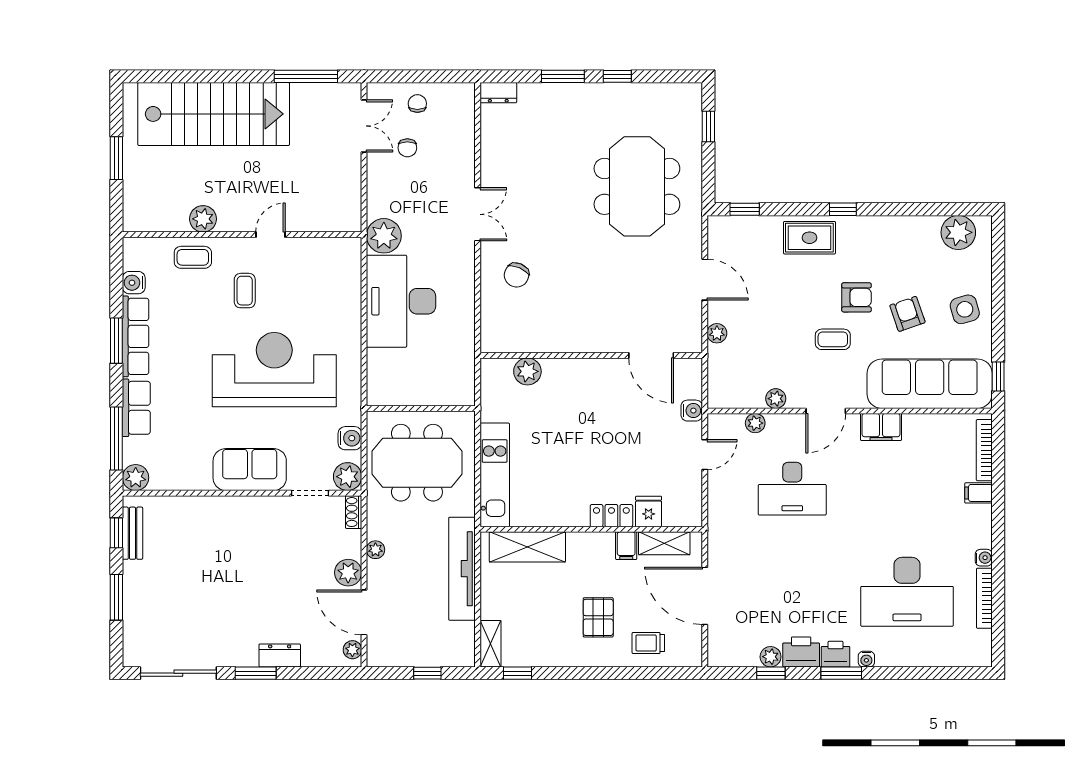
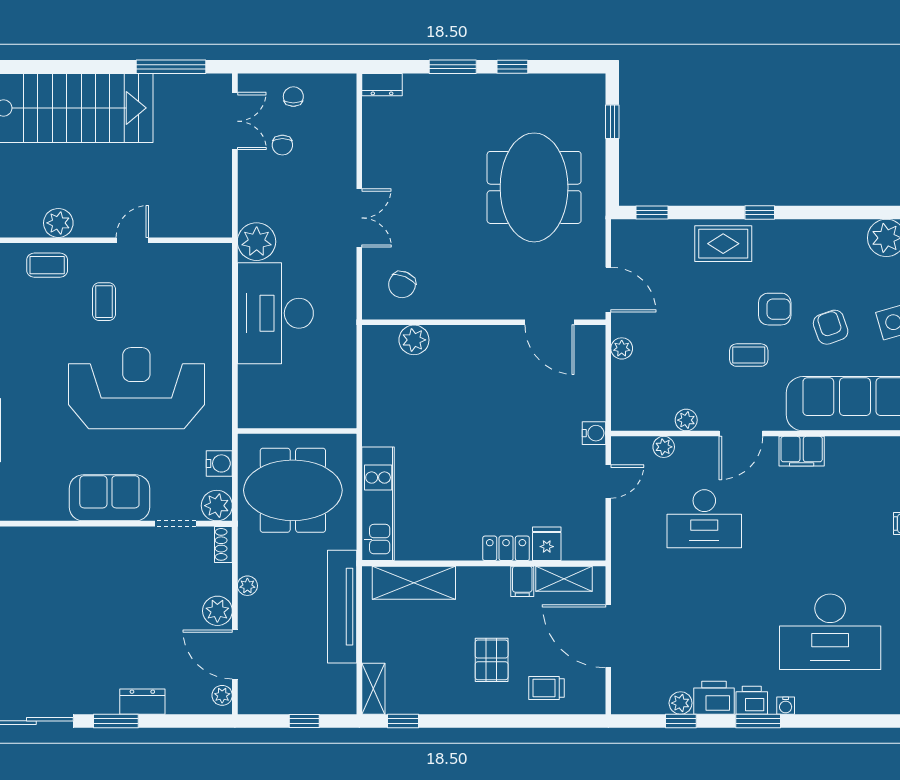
wall: (591, 355) -> (484, 322), moved
door: (651, 355) -> (550, 322), moved
plant: (527, 371) -> (414, 340), moved

